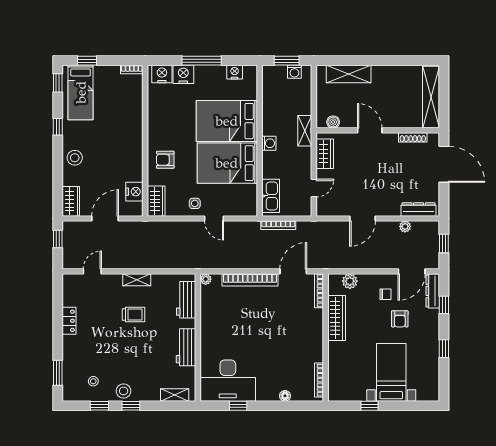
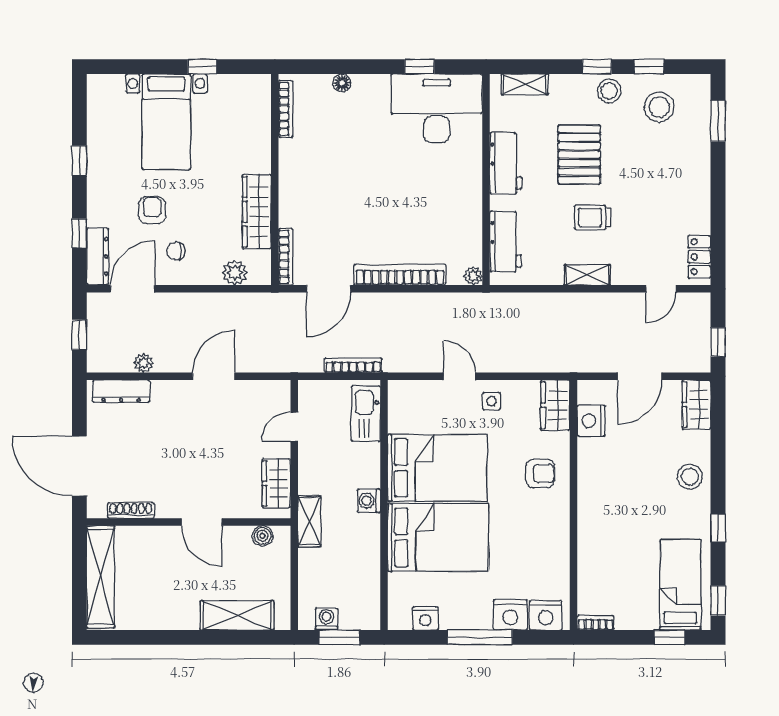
locker: (69, 321) -> (699, 257), moved
pallet: (142, 353) -> (579, 155), added
stool: (93, 381) -> (659, 107), width x1.89, depth x1.89

